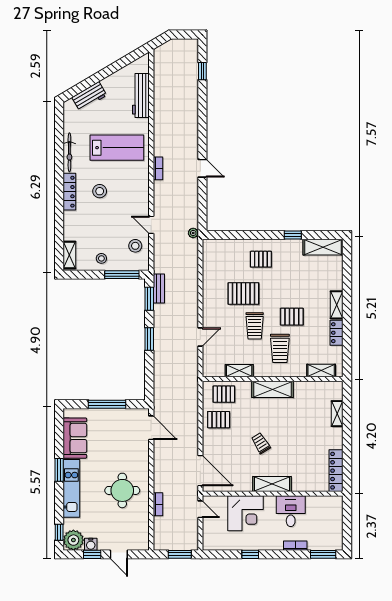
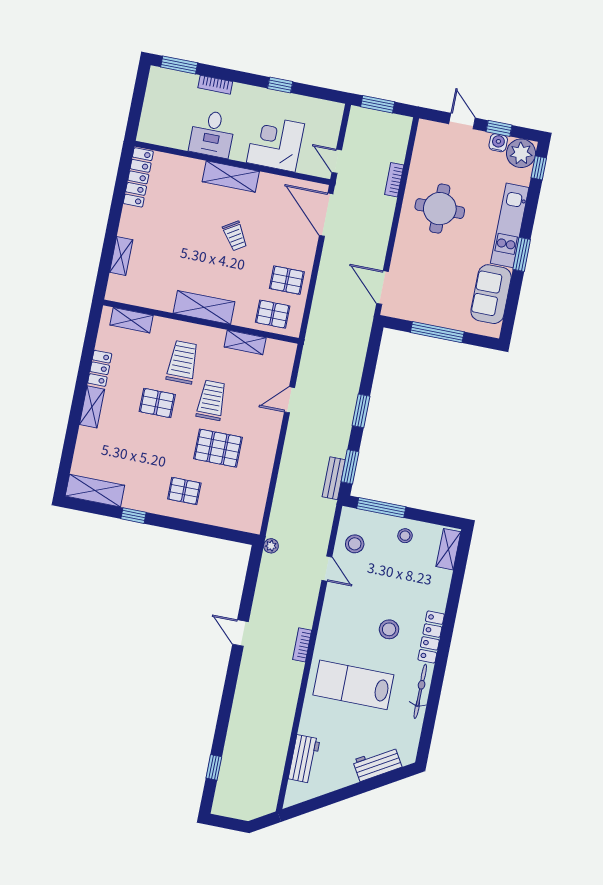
workbench: (141, 96) -> (304, 759), width x0.73

